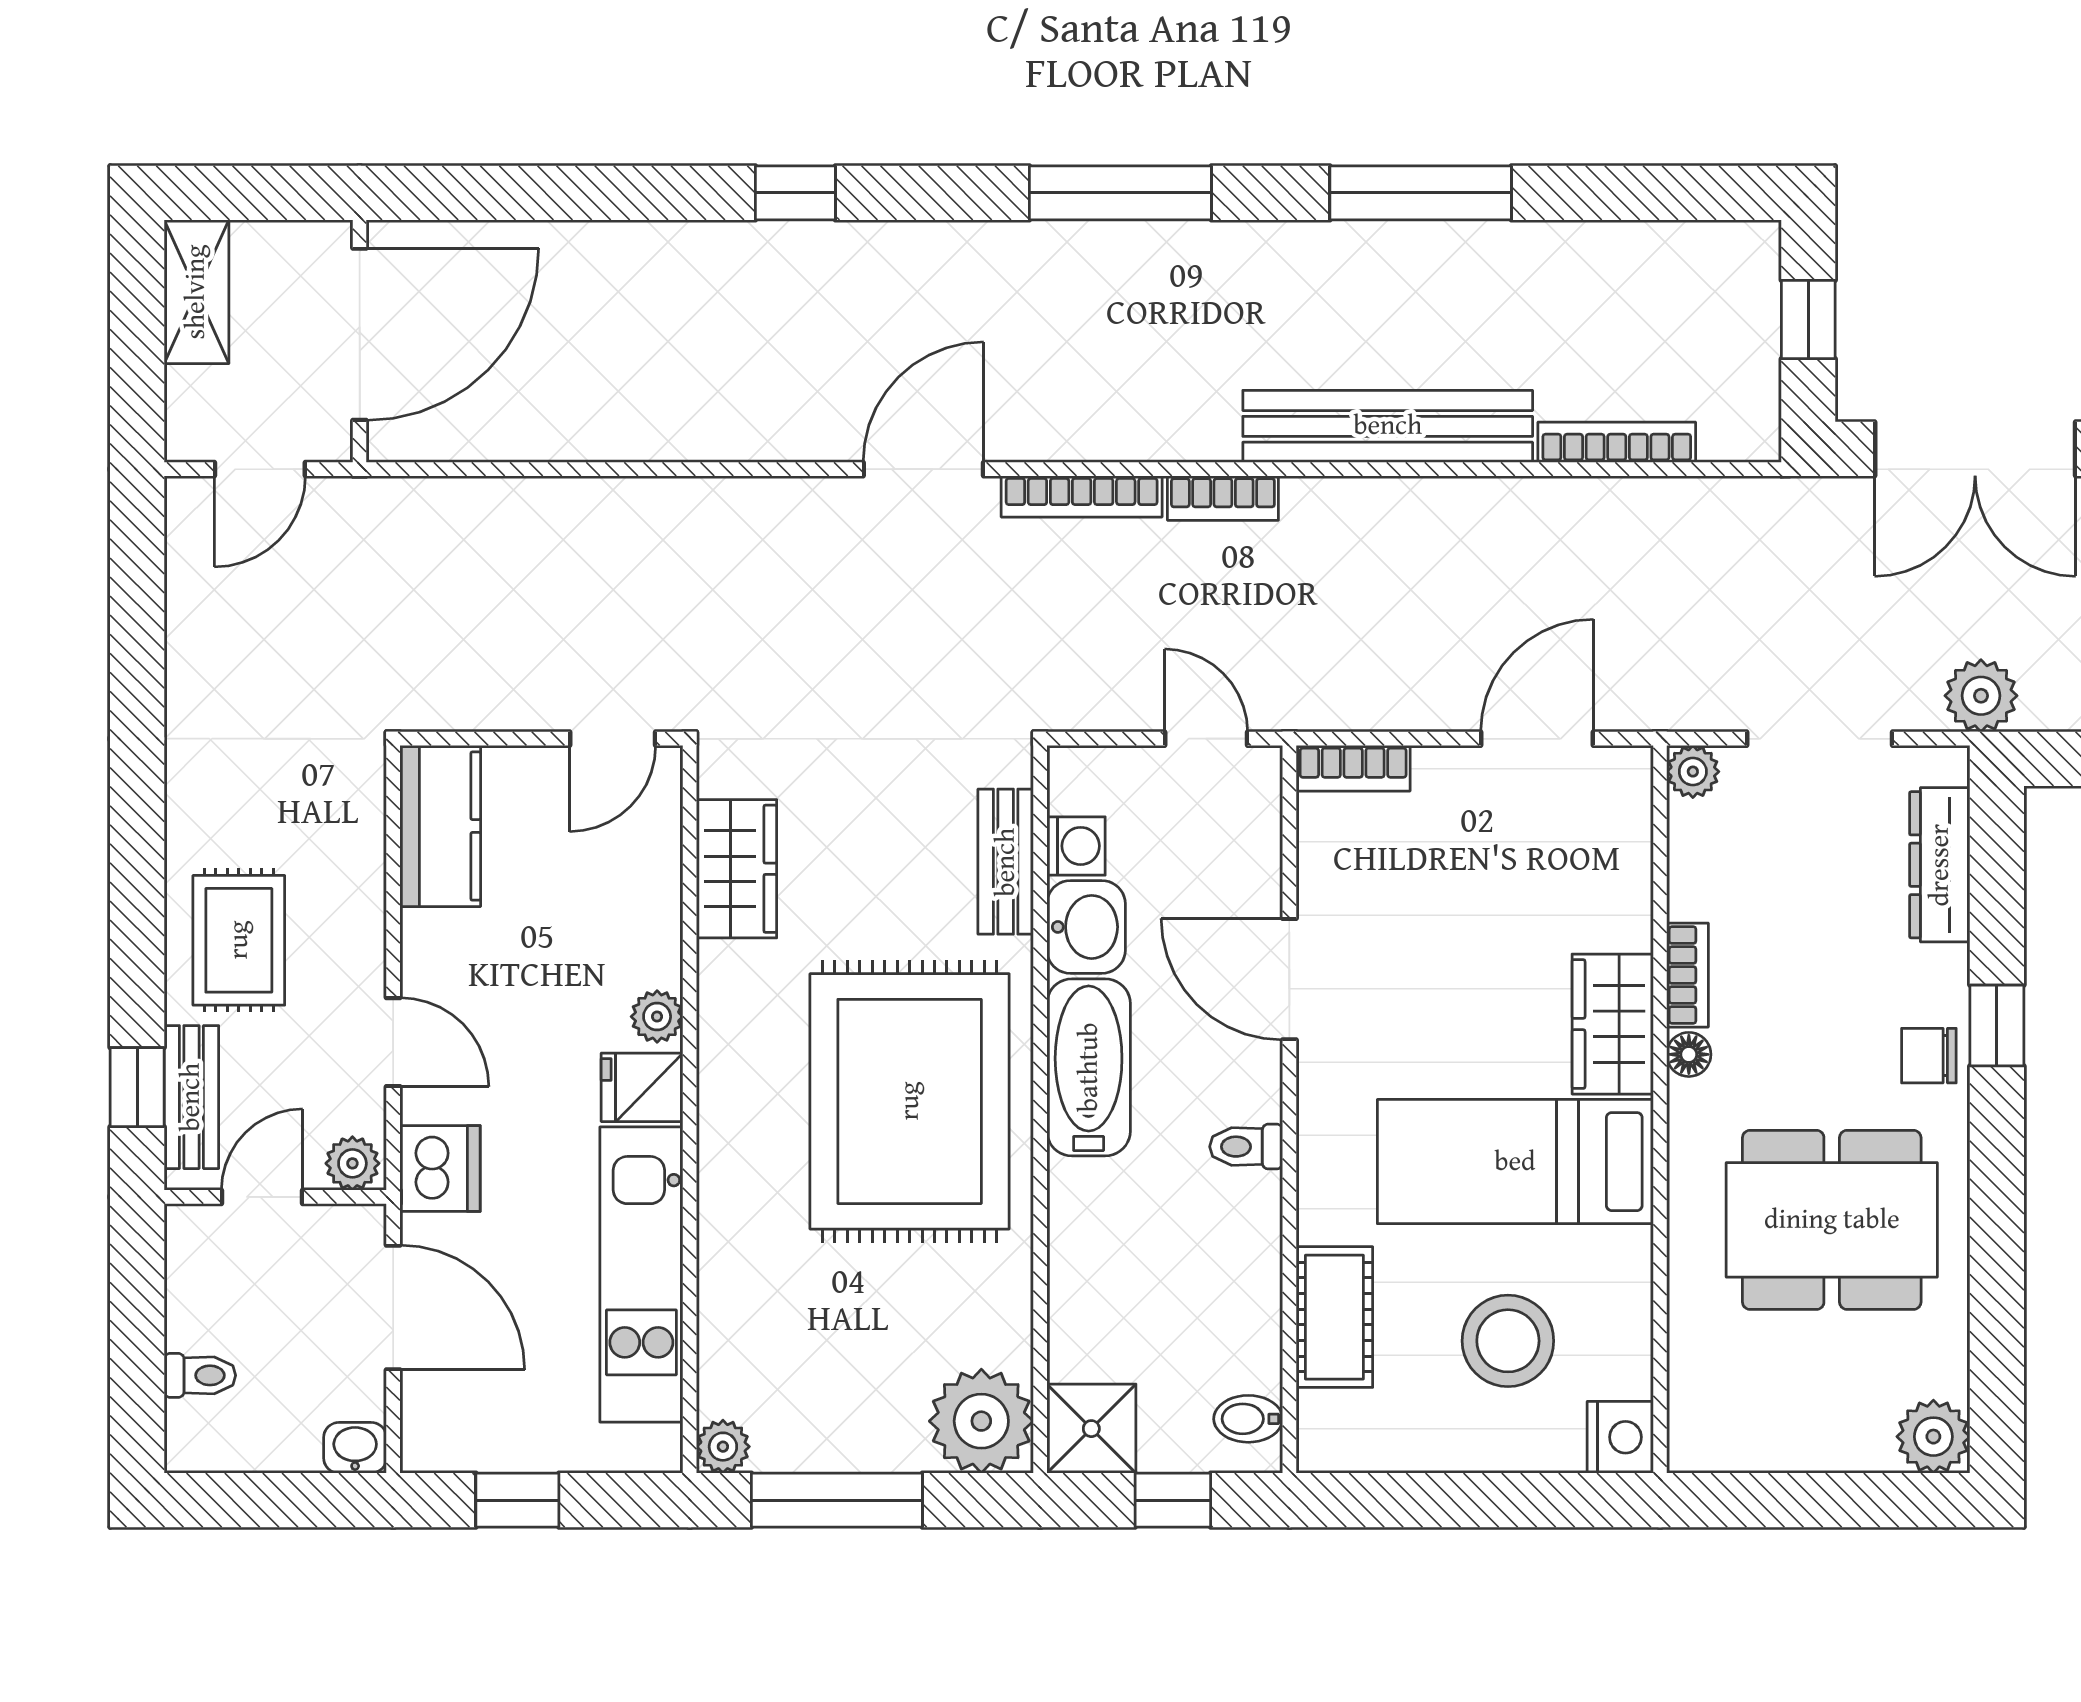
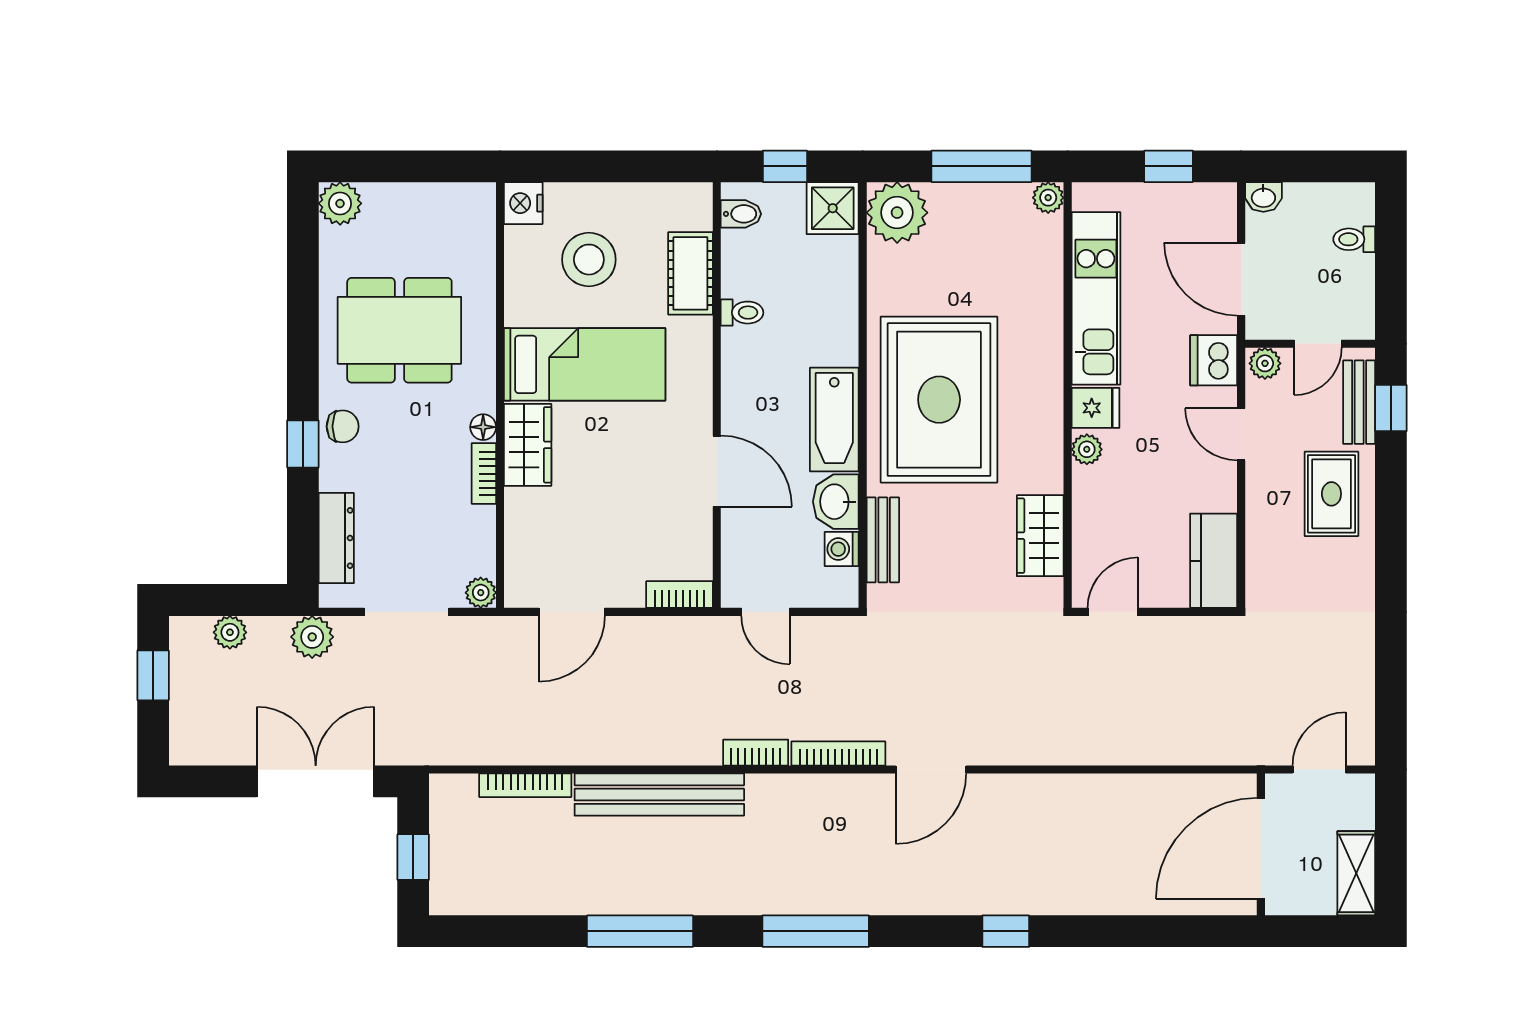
toilet: (1246, 1147) -> (742, 313), moved

